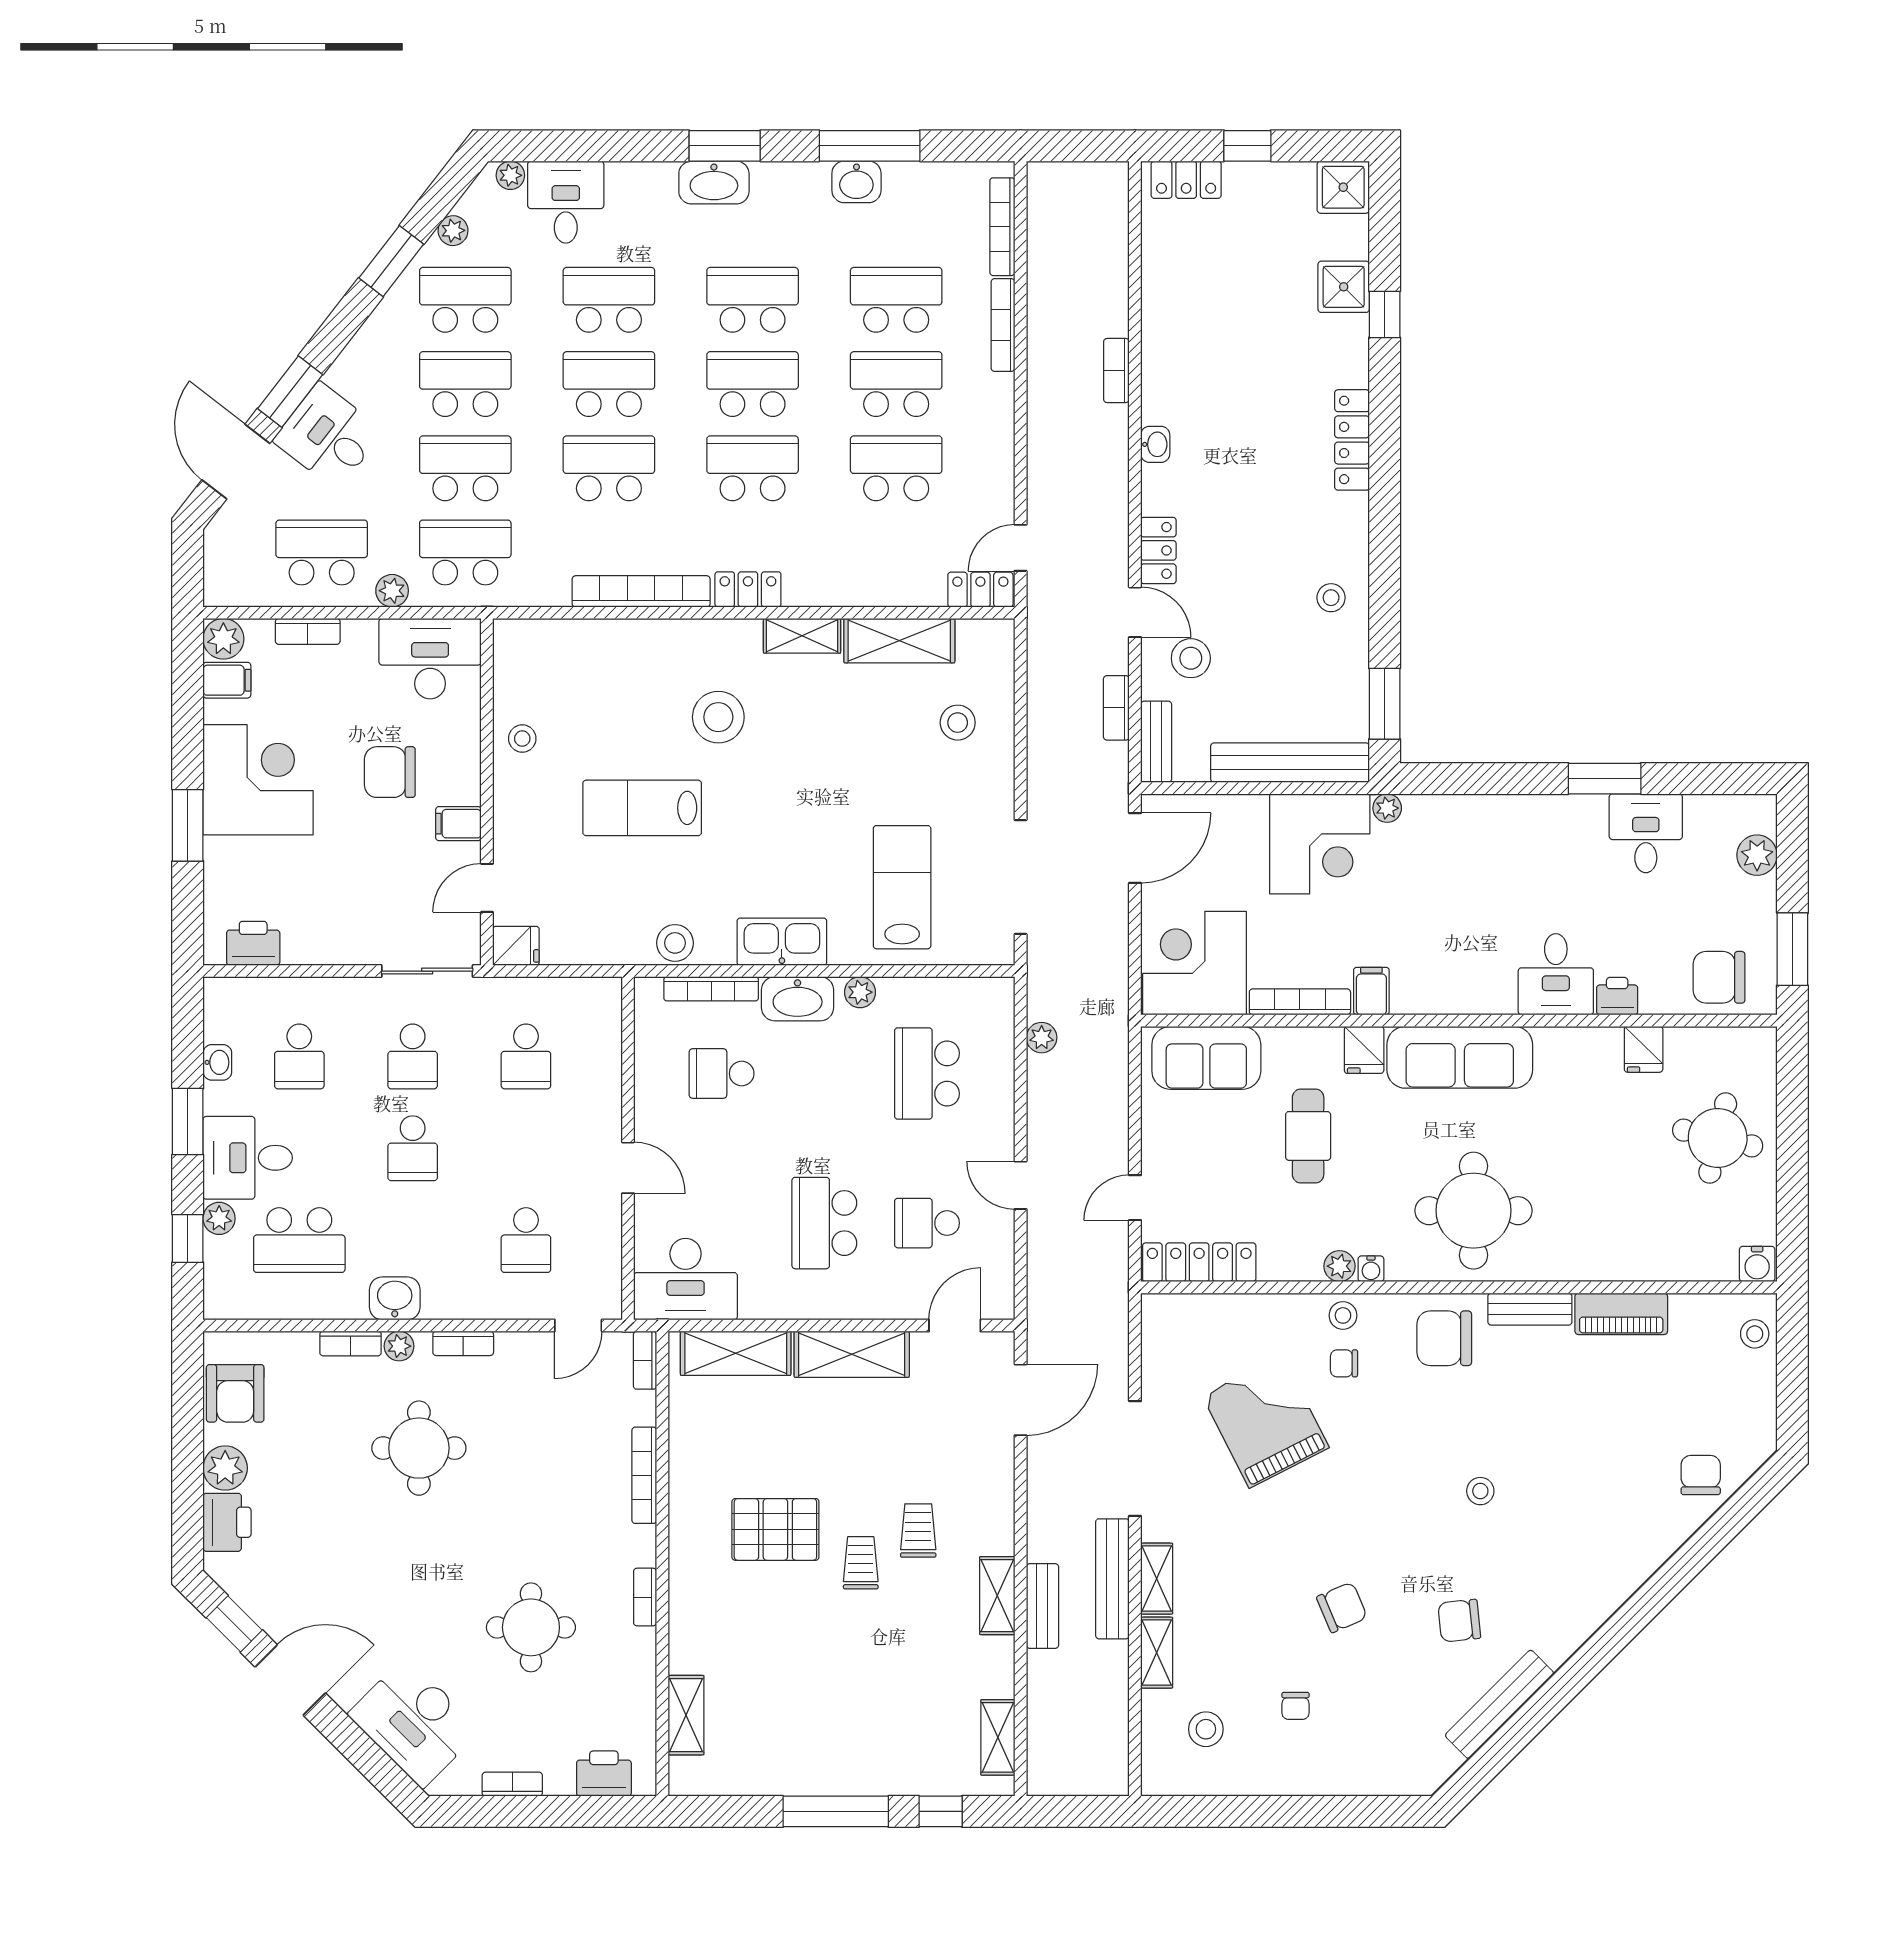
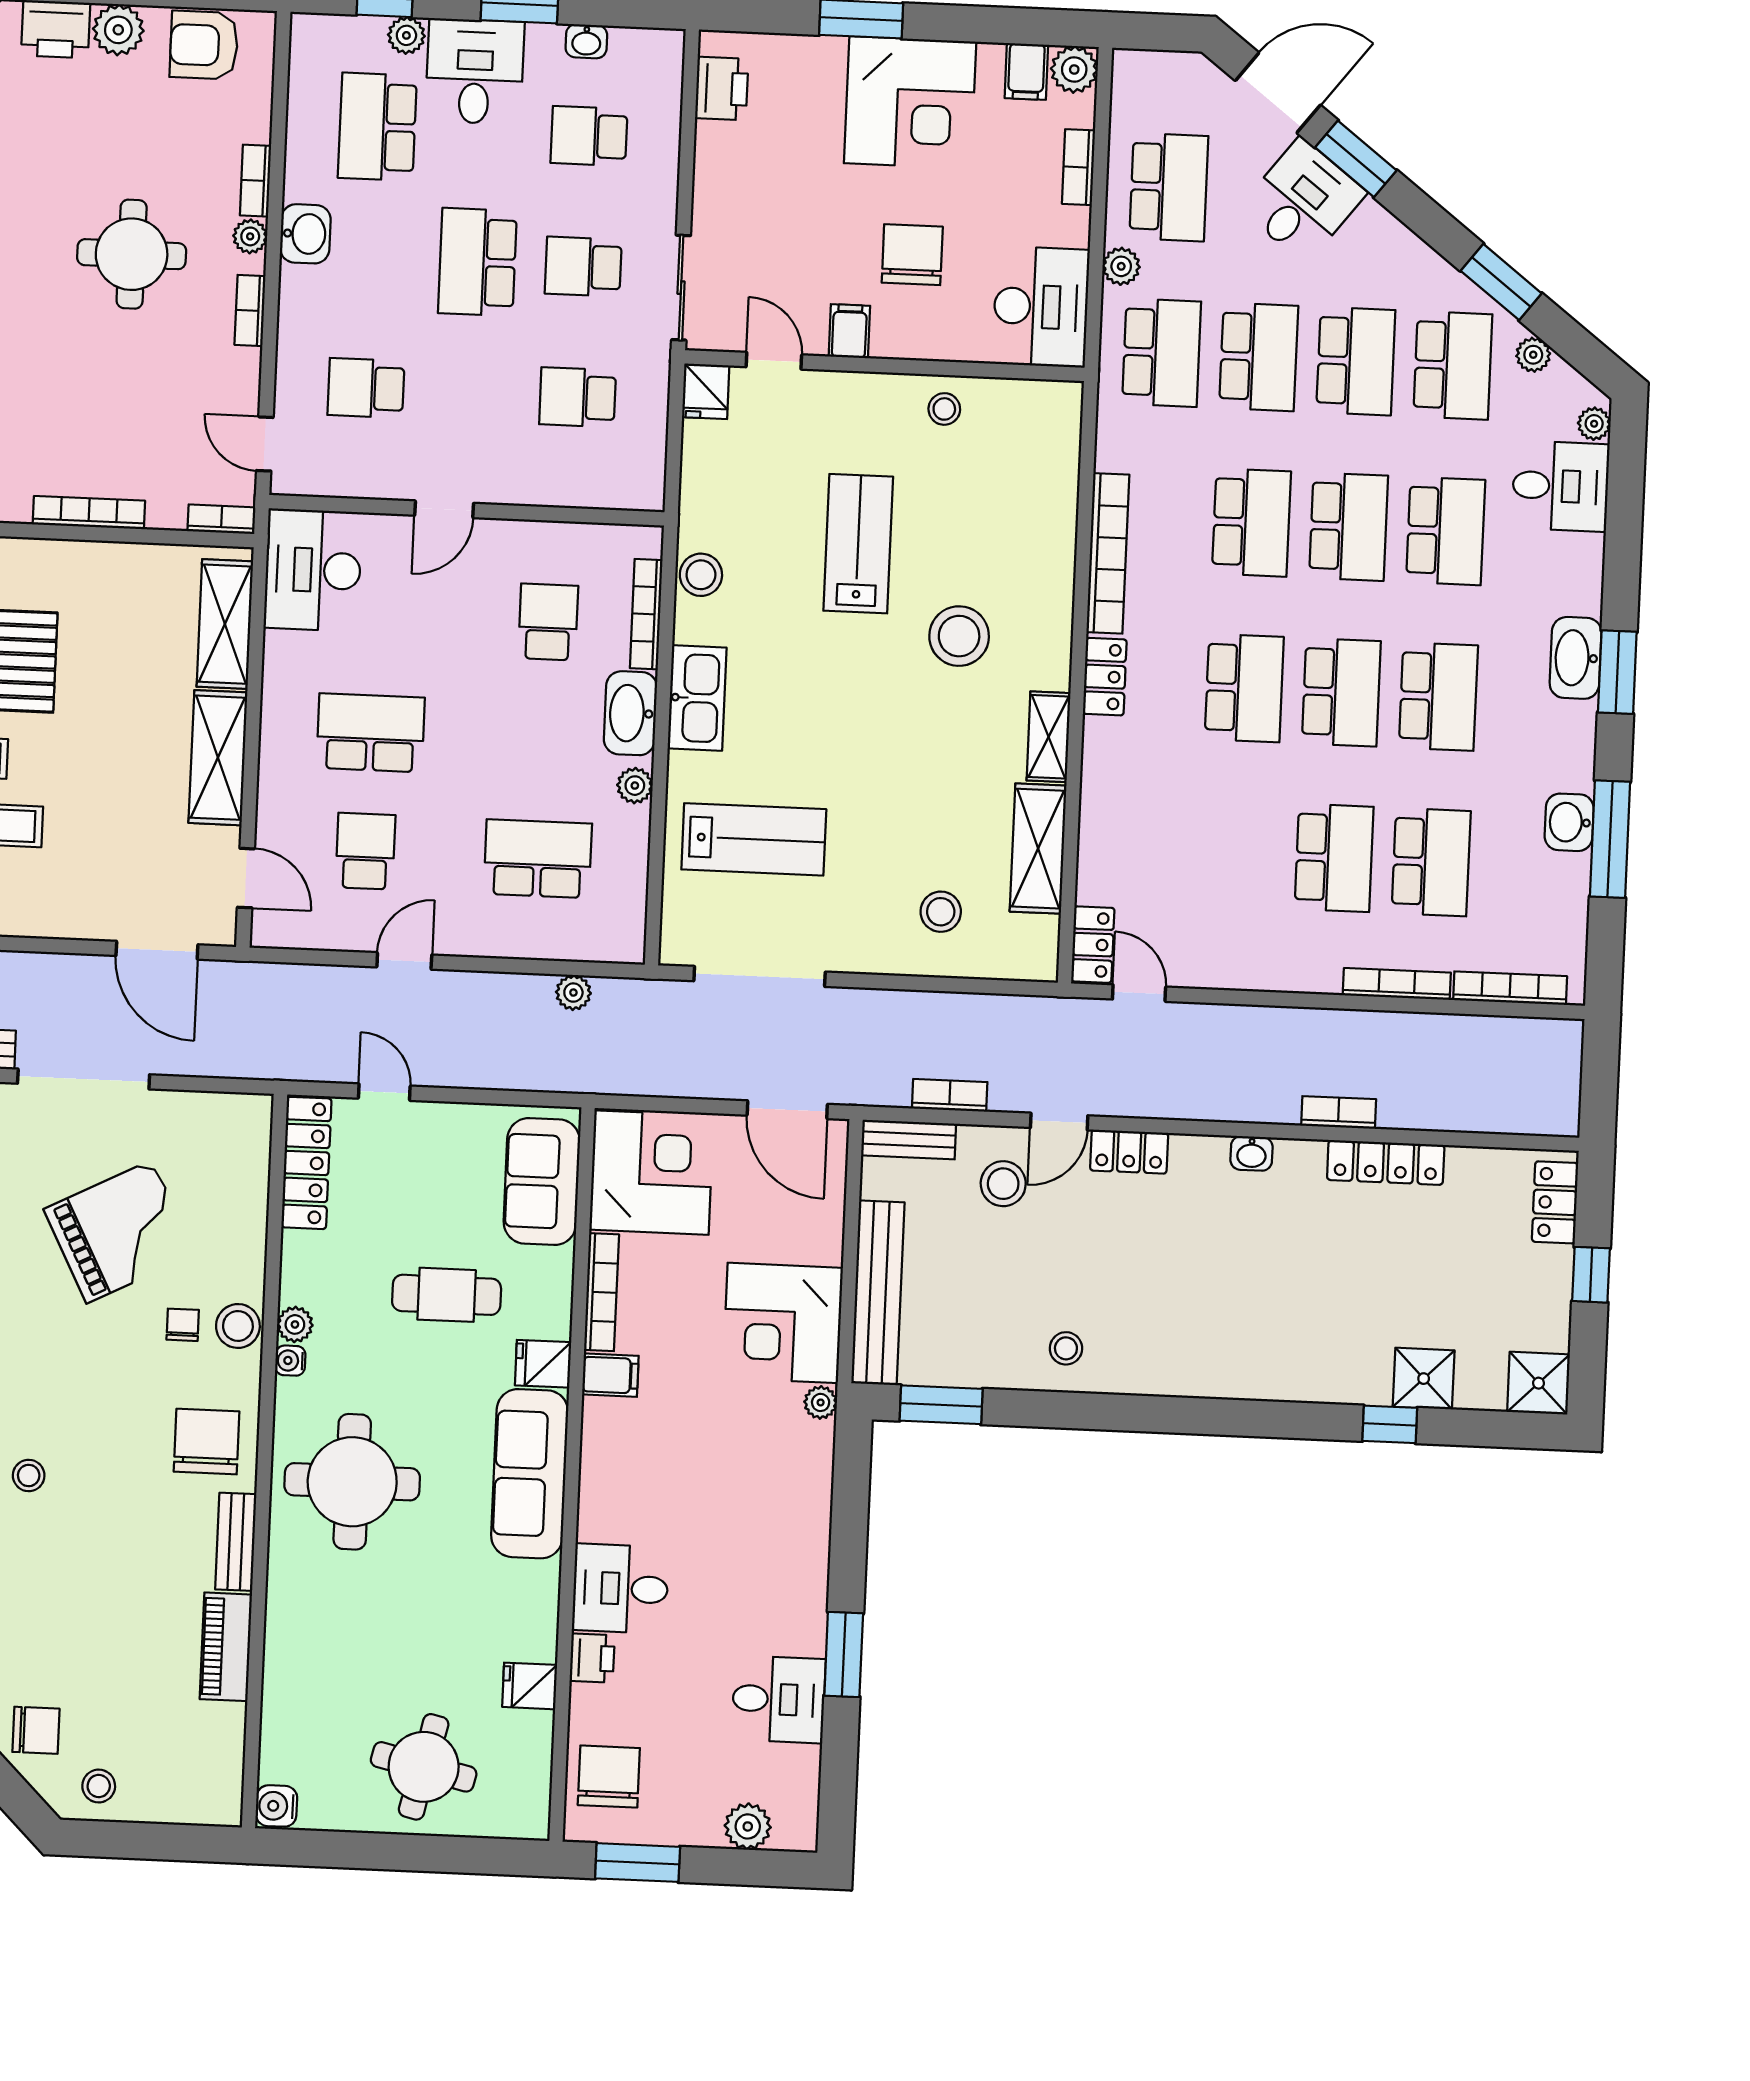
locker: (1352, 440) -> (1386, 1162), moved, turned 180
school desk: (896, 468) -> (1237, 854), removed
school desk: (413, 1148) -> (477, 262), width x1.85
stool: (1343, 1315) -> (238, 1326), width x1.37, depth x1.37
stool: (1755, 1334) -> (99, 1786), moved

